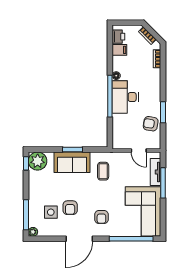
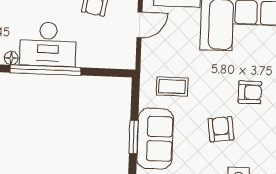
armchair: (70, 208) -> (221, 129), moved, turned -98

